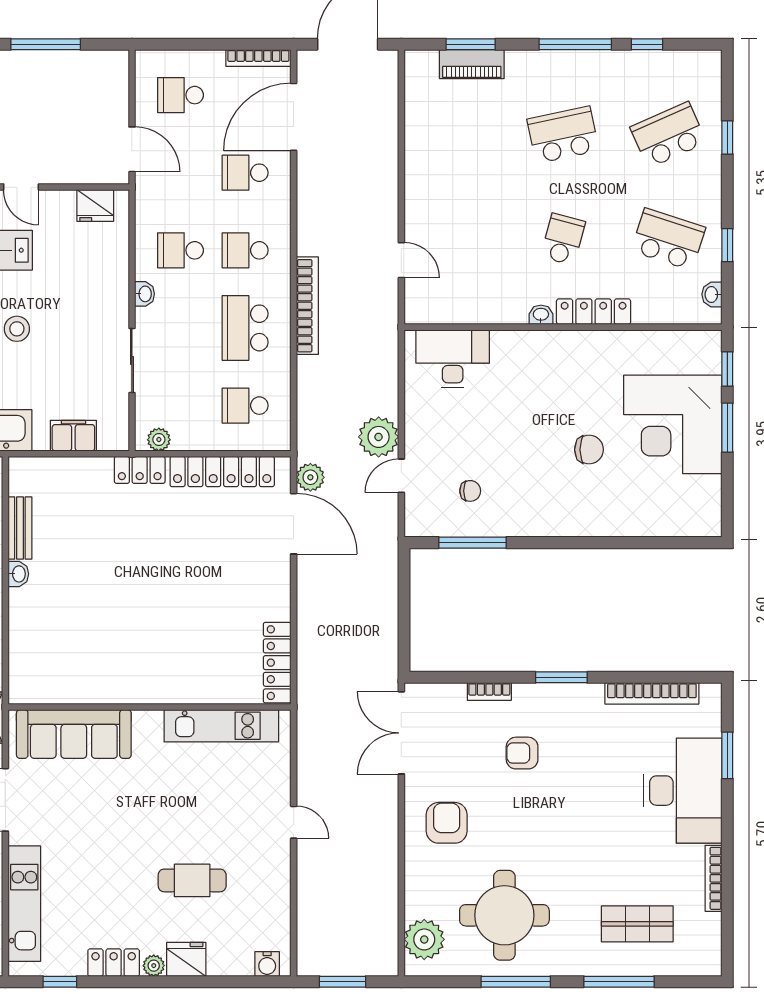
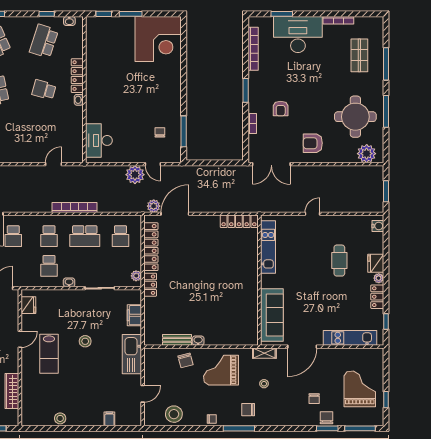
corner desk: (673, 424) -> (158, 39), moved
chair: (589, 450) -> (141, 78), removed

